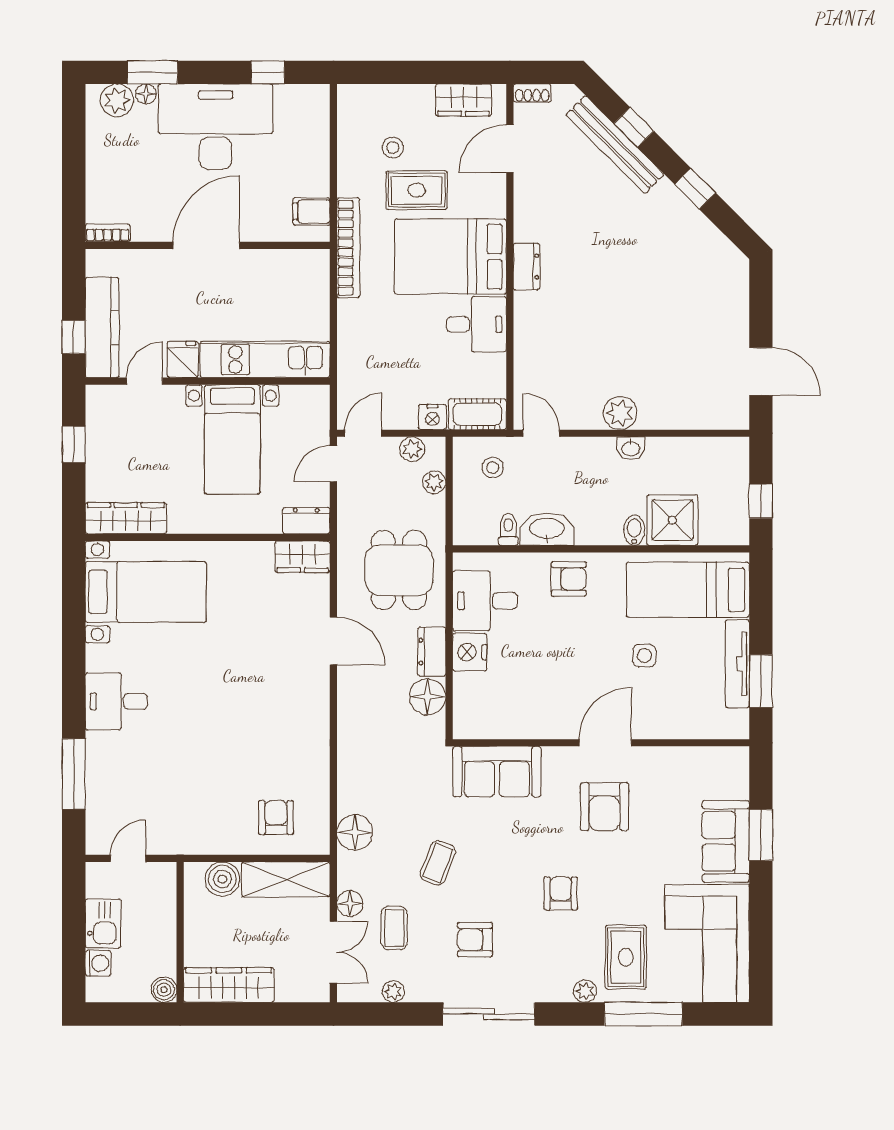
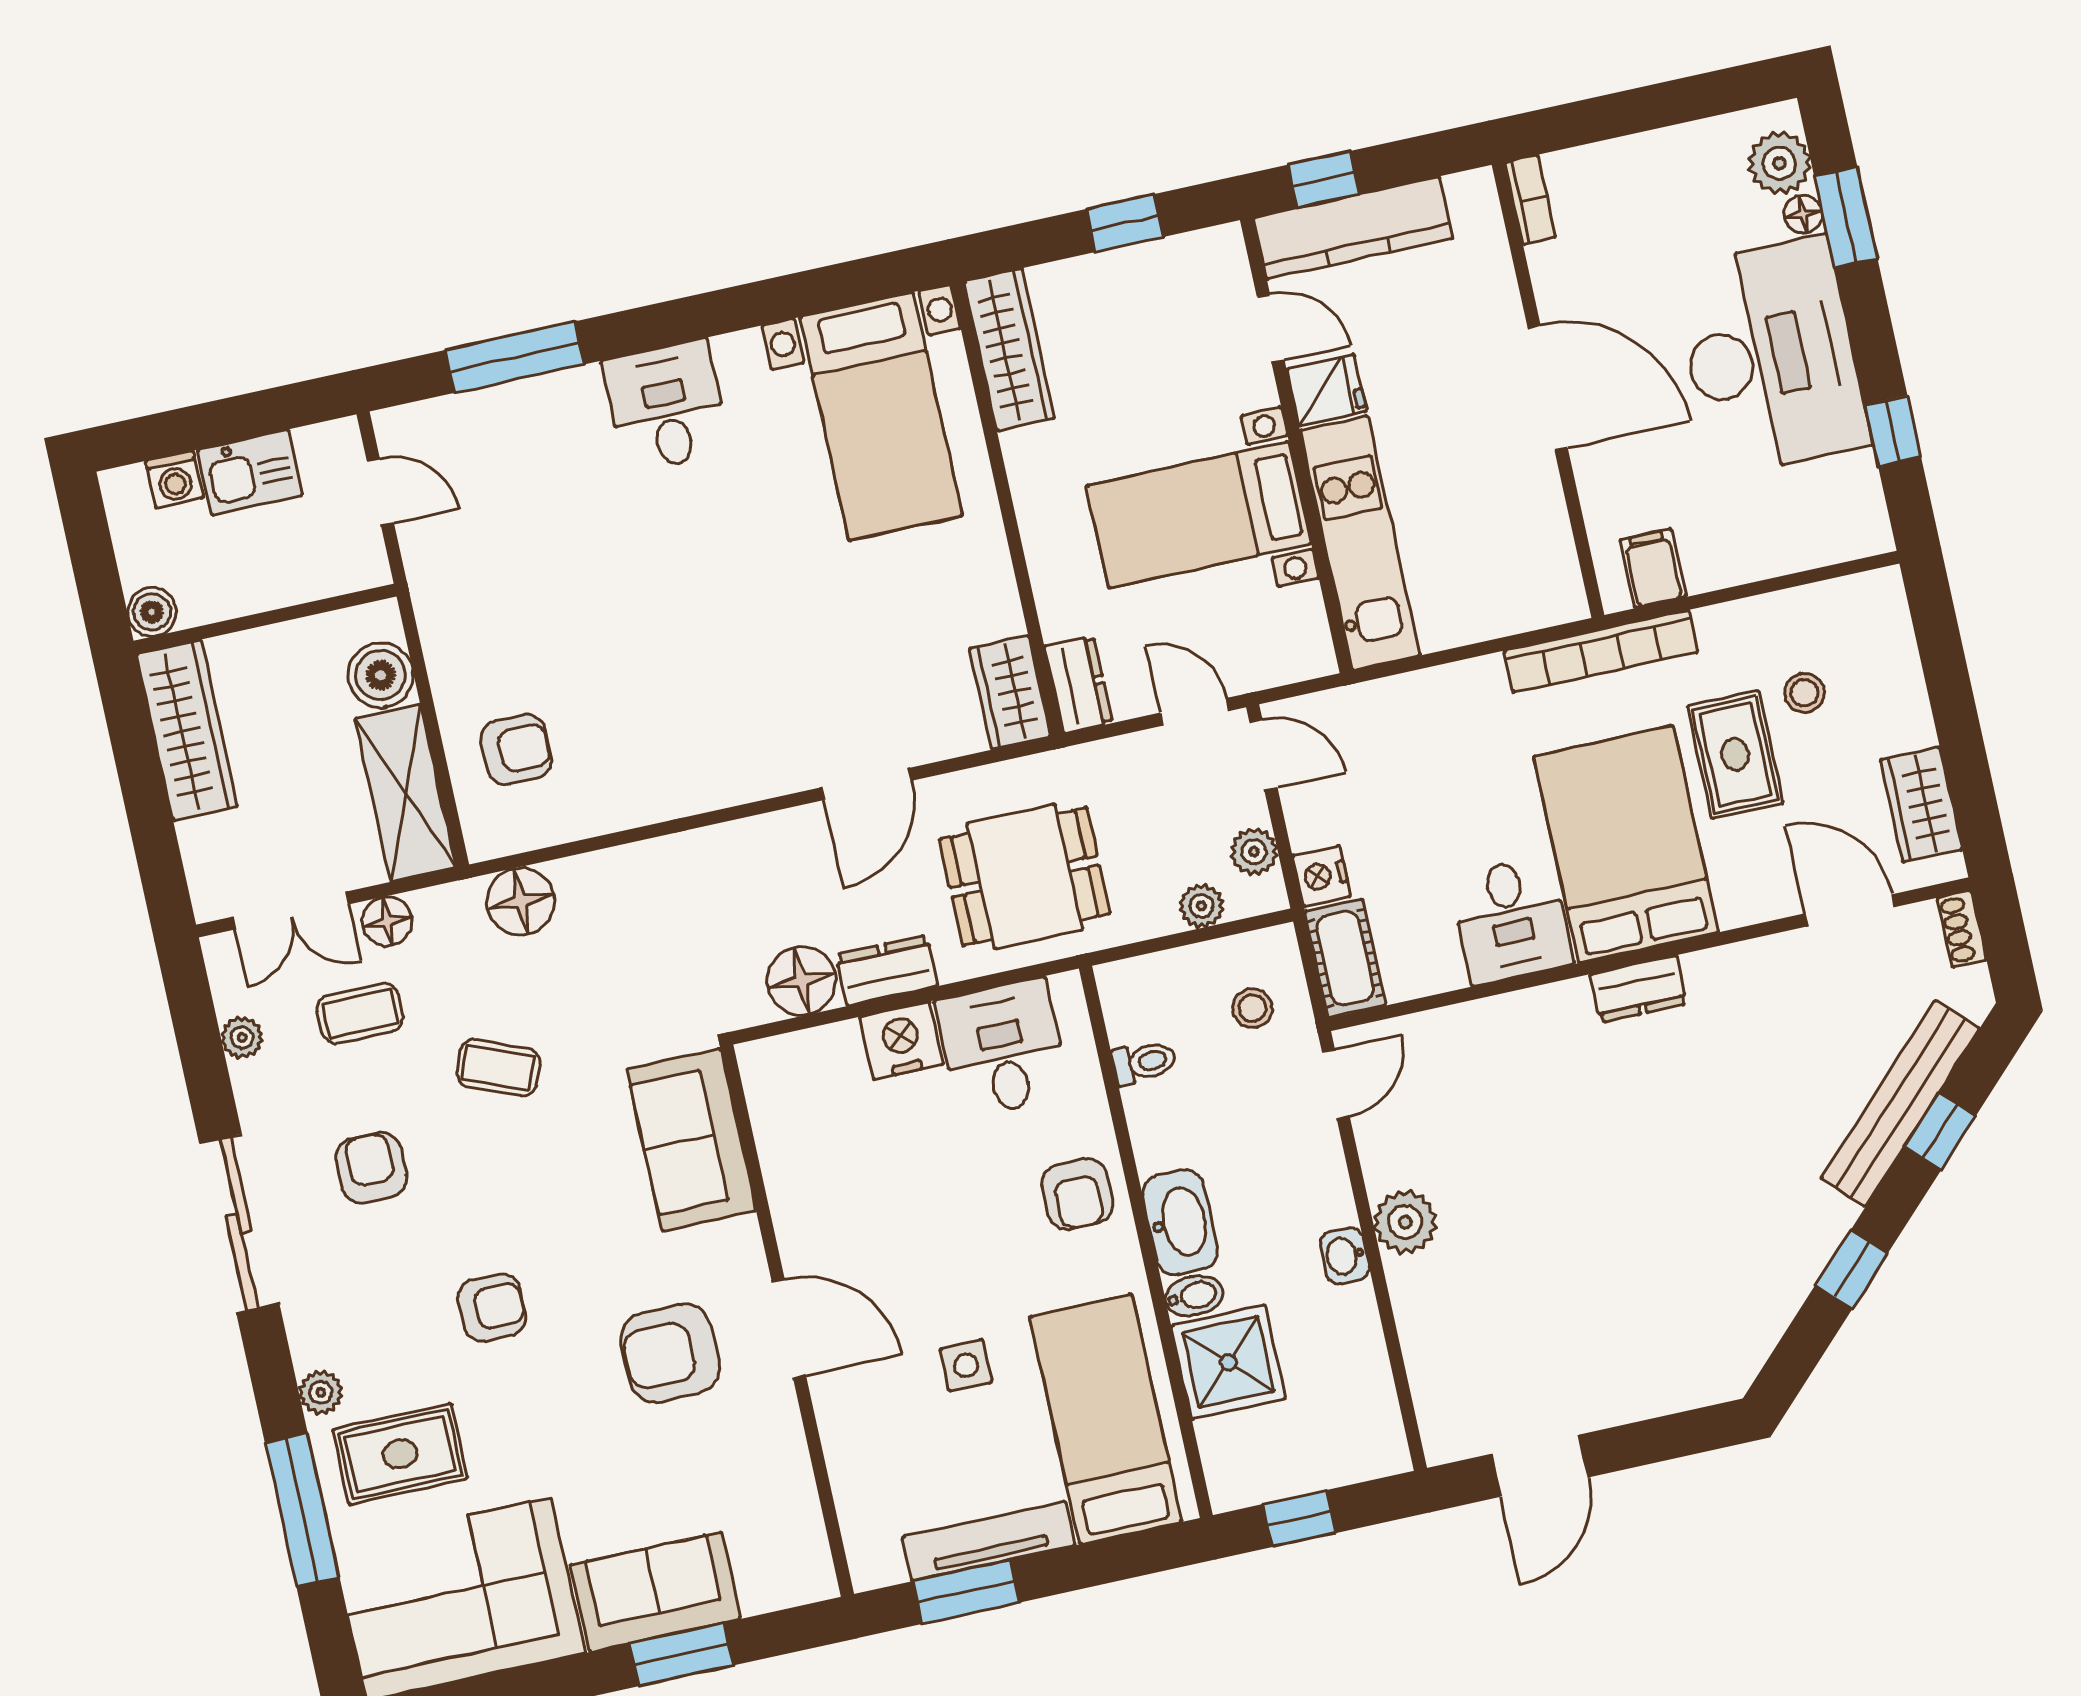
washbasin: (547, 529) -> (1180, 1222), moved

